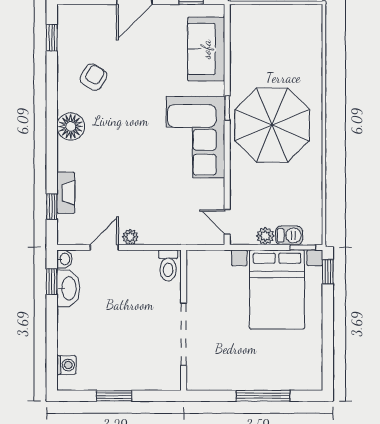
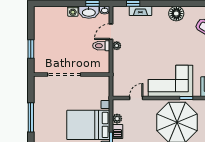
door: (227, 222) -> (136, 98), moved
door: (104, 247) -> (111, 32), swing flipped
toilet: (168, 265) -> (101, 46), moved
washing machine: (66, 365) -> (73, 11), moved
window: (114, 396) -> (31, 49), moved

